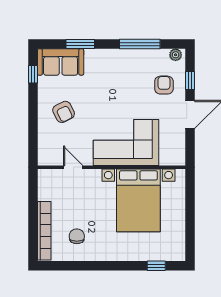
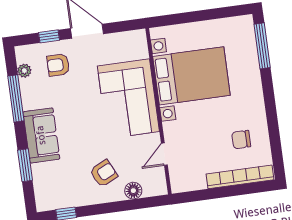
plant: (176, 55) -> (24, 71), moved
sofa: (61, 62) -> (41, 135), moved
floor lamp: (45, 136) -> (133, 191), added
window: (156, 266) -> (262, 46), width x2.17

